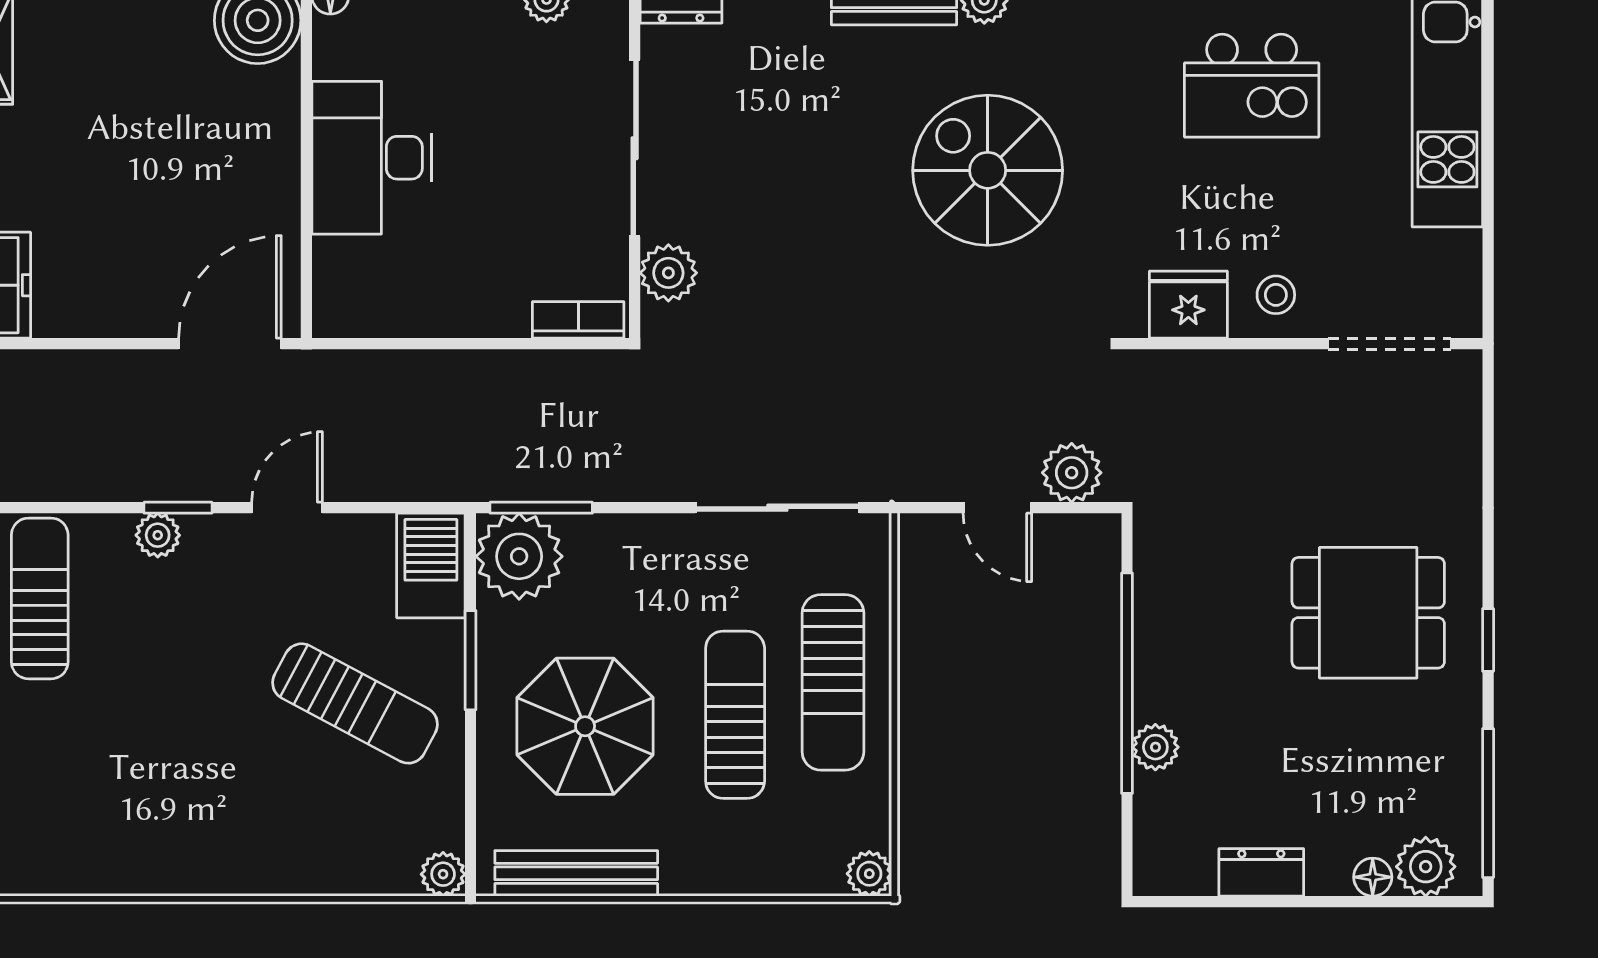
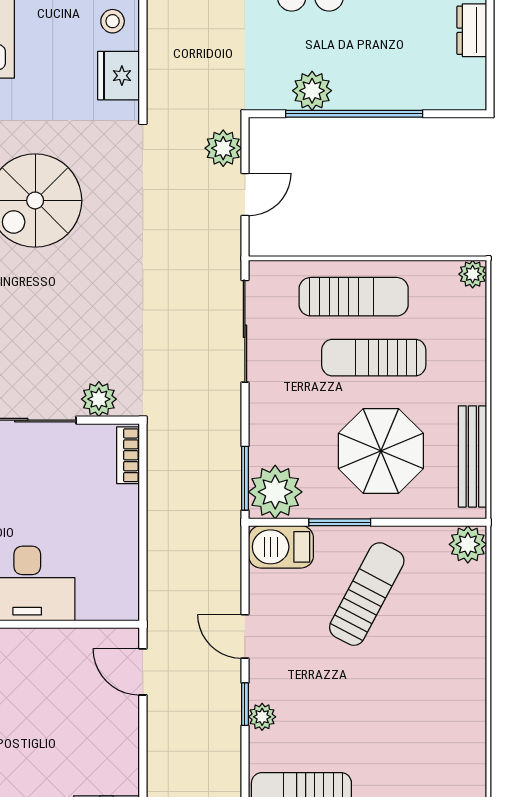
door: (230, 344) -> (143, 672), width x0.73
plant: (1155, 747) -> (312, 91), moved, width x1.38, depth x1.38
plant: (443, 874) -> (468, 544), width x1.38, depth x1.38

